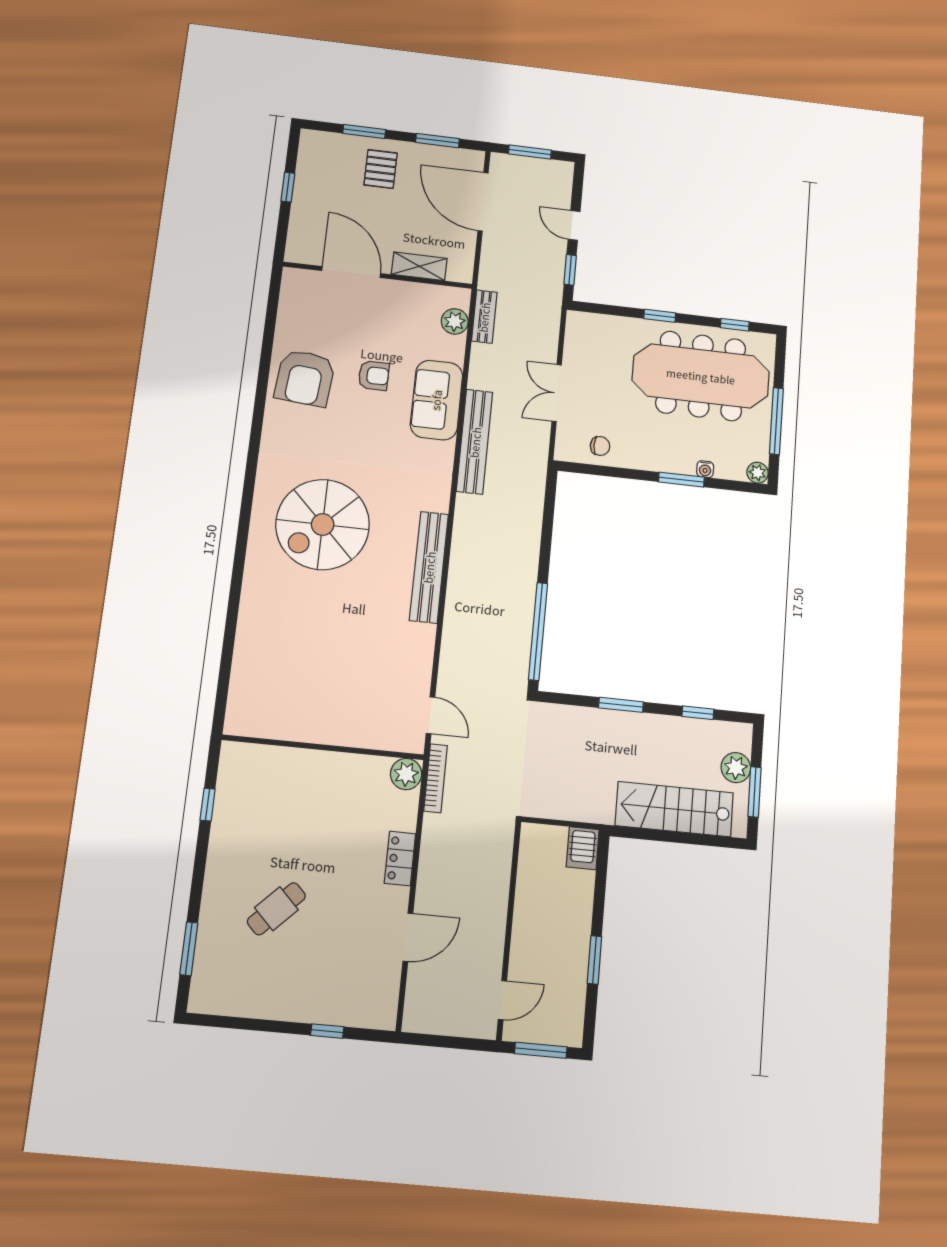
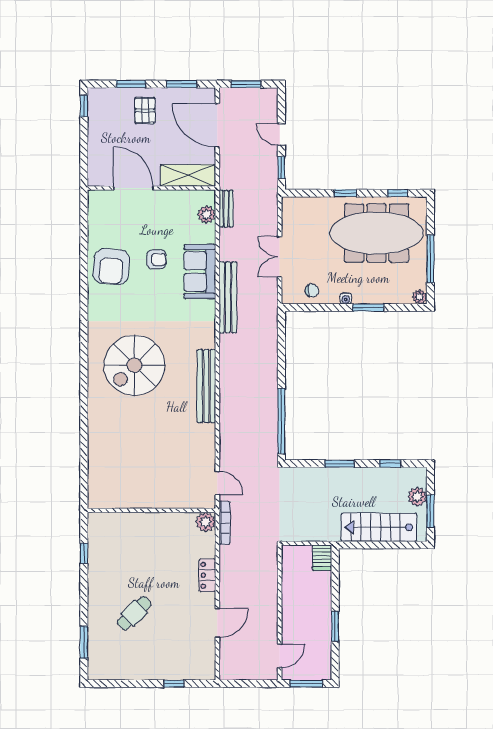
window: (288, 187) -> (84, 106), moved
shelving: (419, 266) -> (188, 175), width x1.50, depth x1.33
water cooler: (705, 469) -> (346, 299), moved

